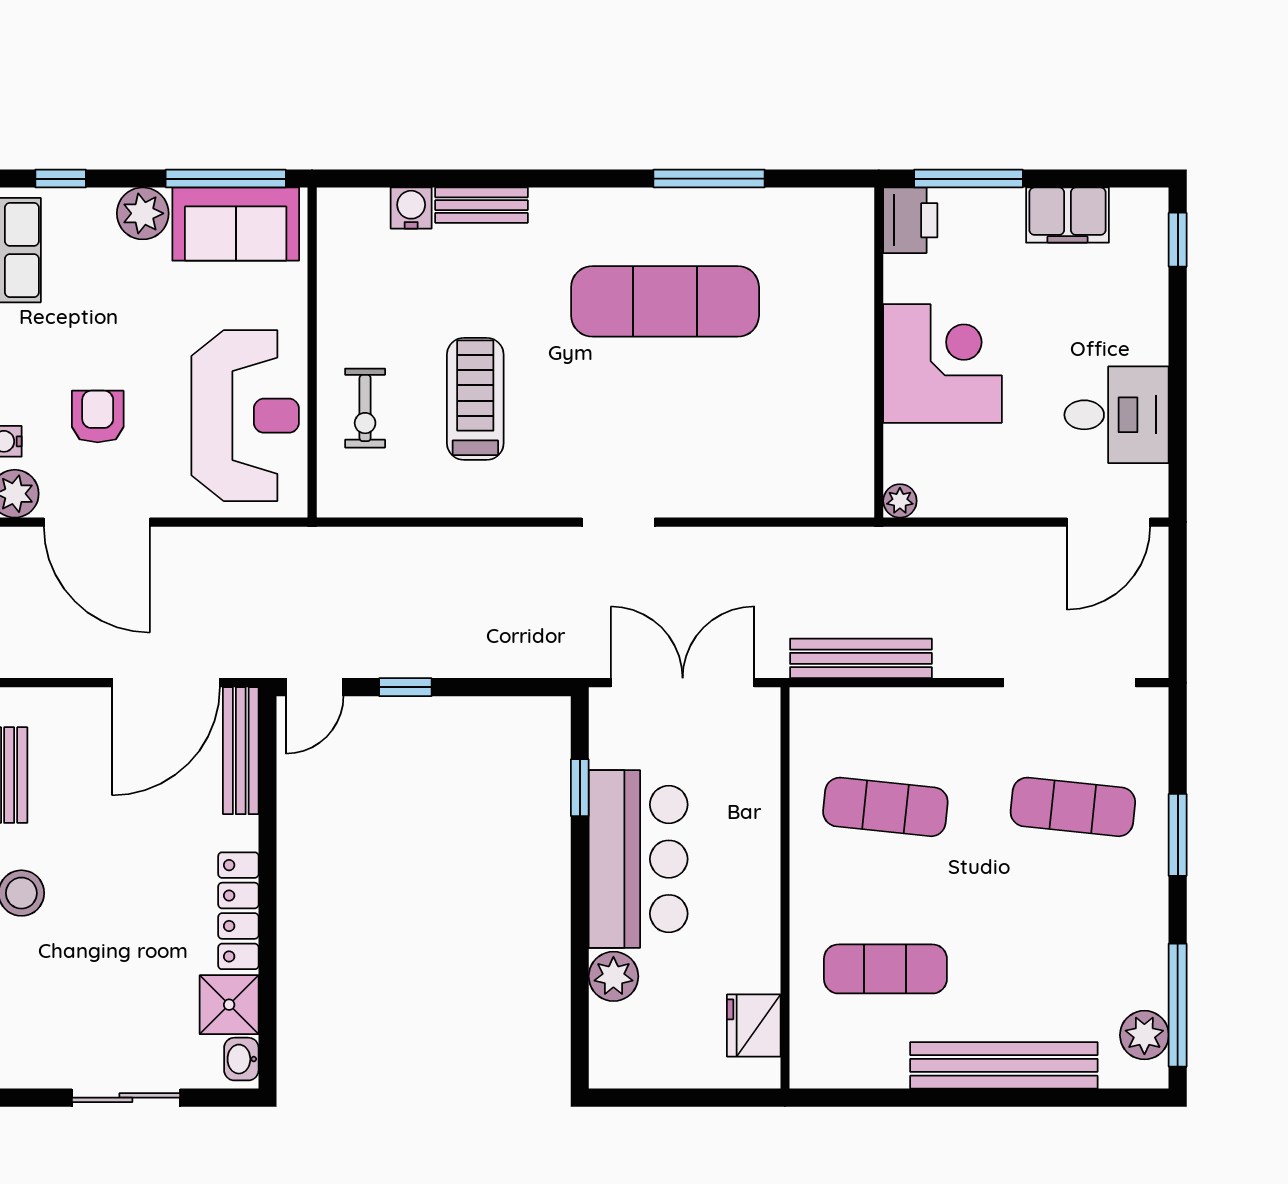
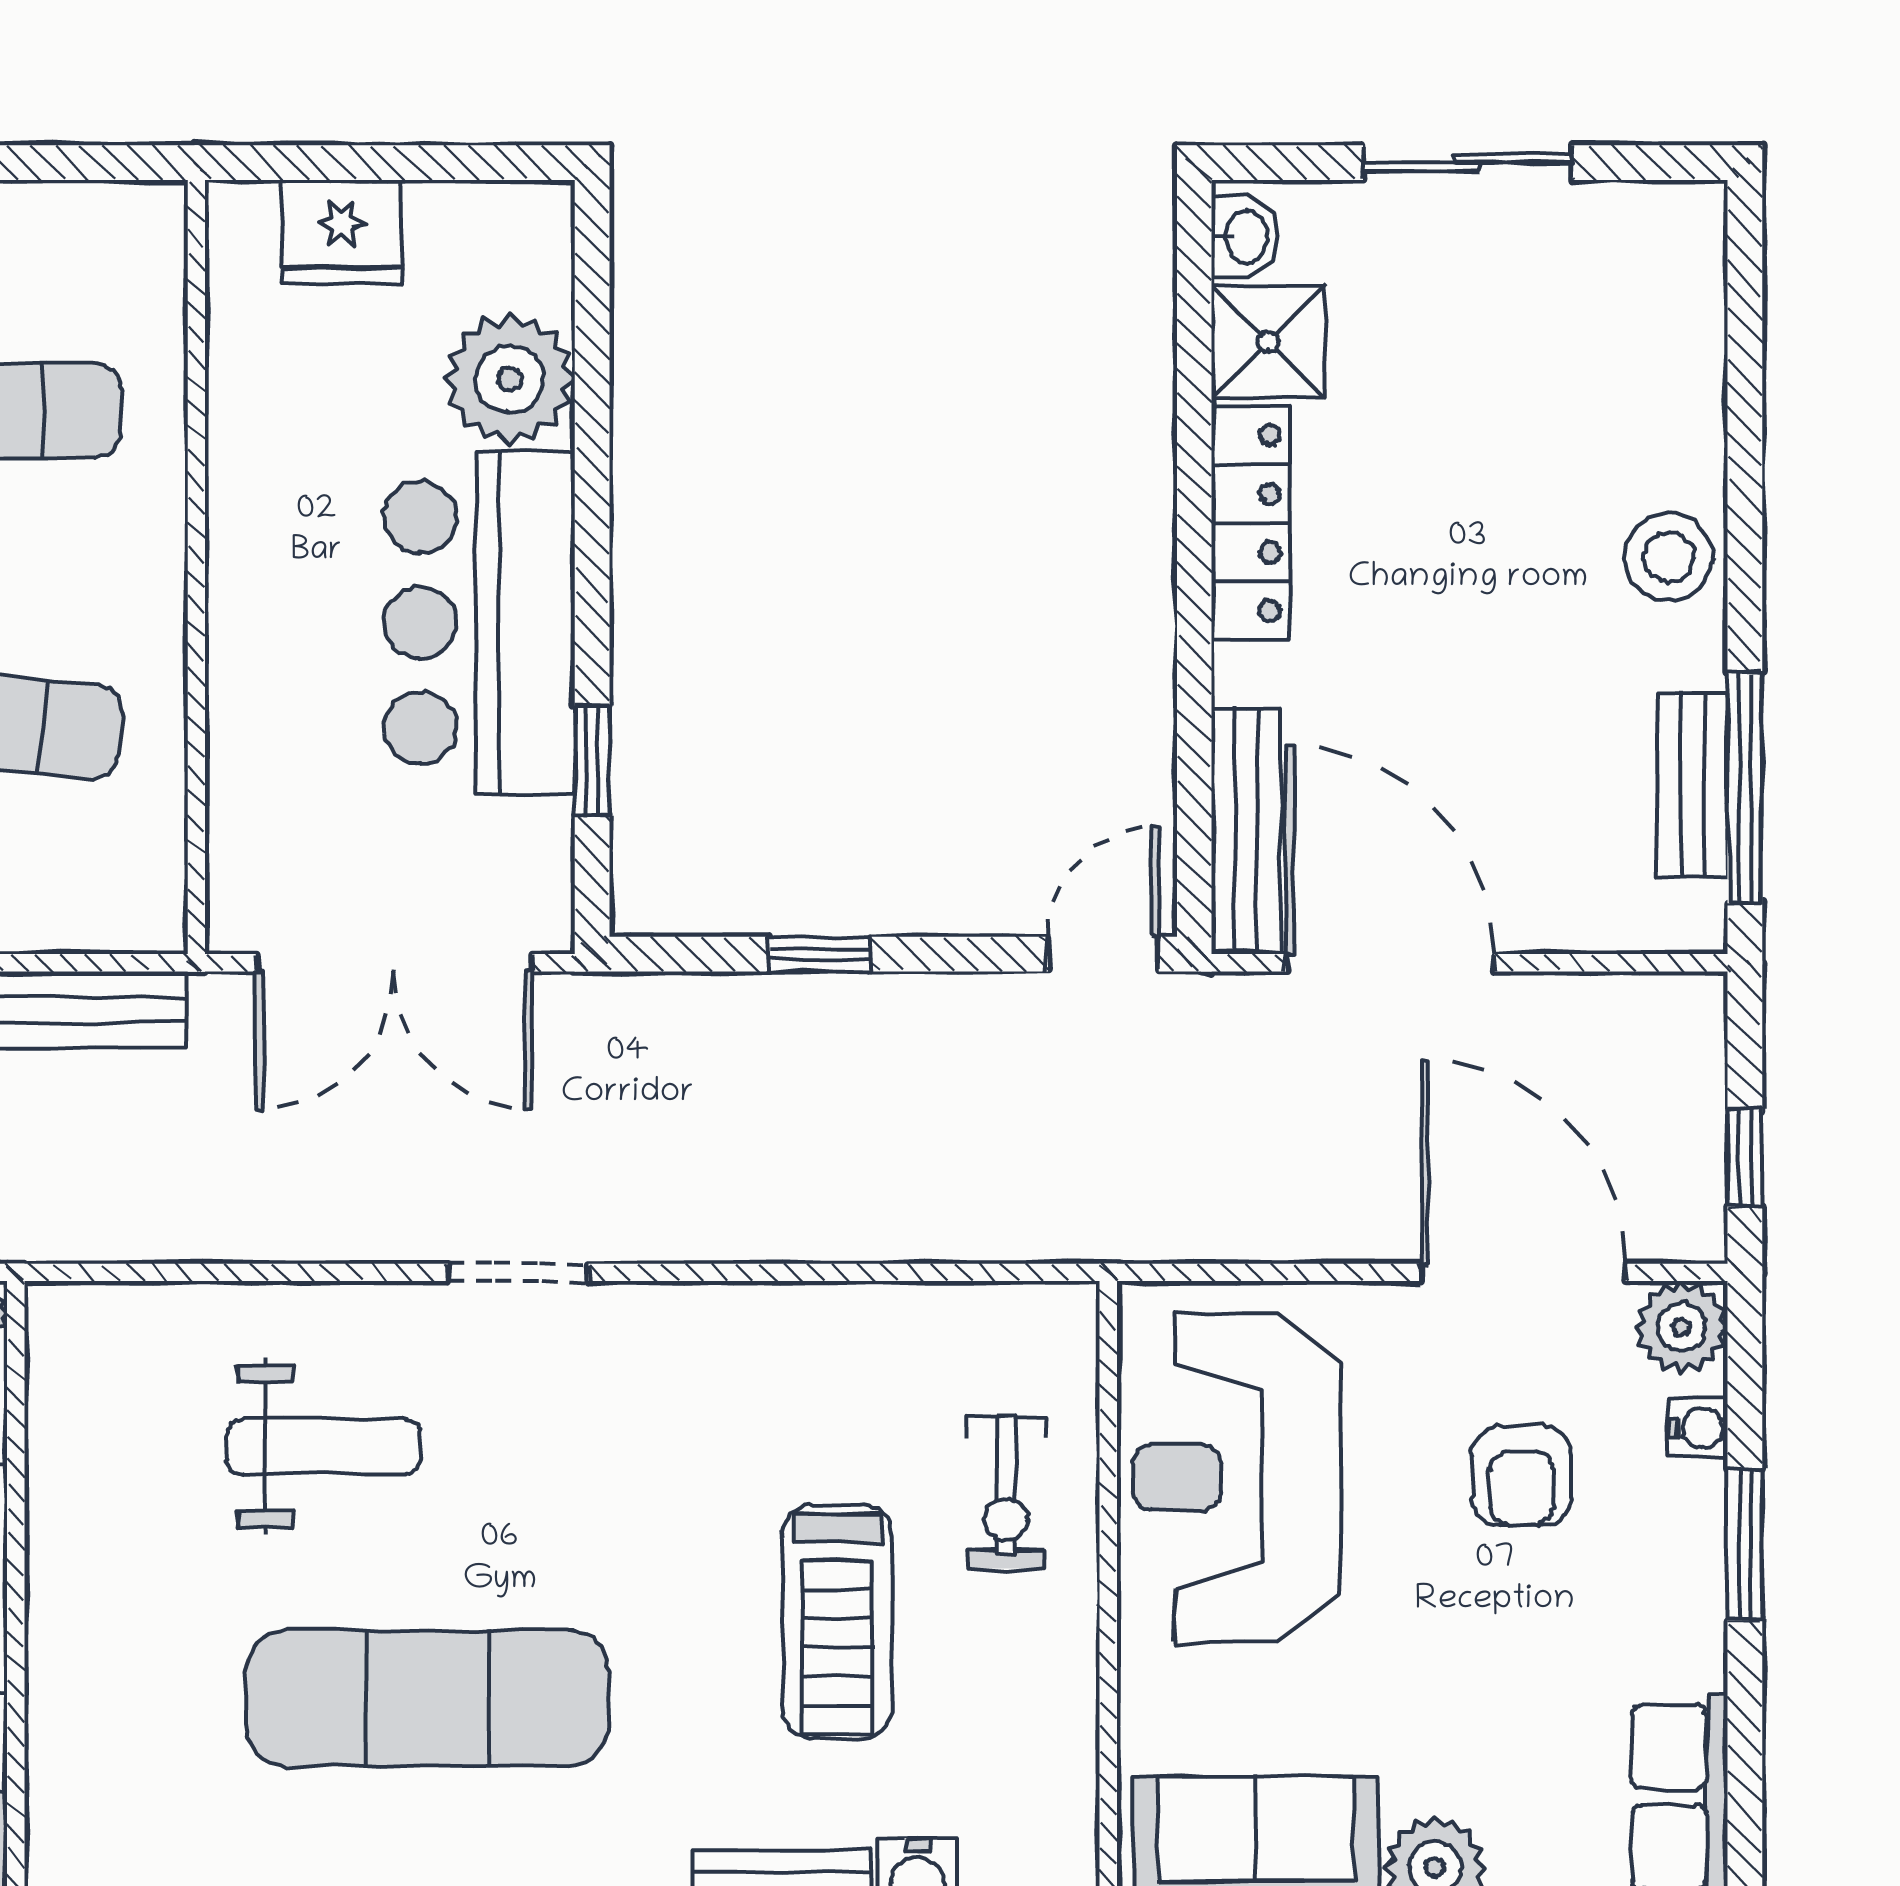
treadmill: (475, 399) -> (837, 1622), moved
exercise bike: (365, 408) -> (1006, 1492), turned 180
weight bench: (719, 432) -> (324, 1446), added
door: (166, 683) -> (1390, 963), hinge flipped
window: (405, 687) -> (819, 954), moved
plant: (613, 976) -> (510, 379), width x1.36, depth x1.36
fridge: (754, 1026) -> (341, 232), moved, turned 90

